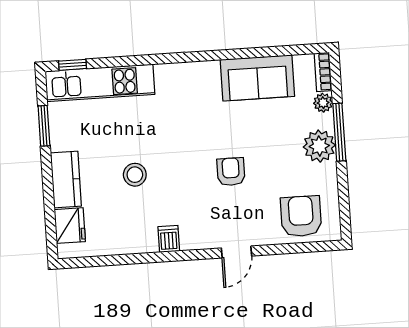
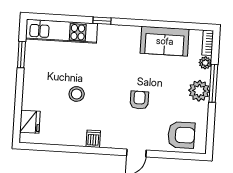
window: (72, 65) -> (102, 21), moved
kitchen counter: (66, 179) -> (31, 91), removed
armchair: (301, 216) -> (181, 135), turned 90

